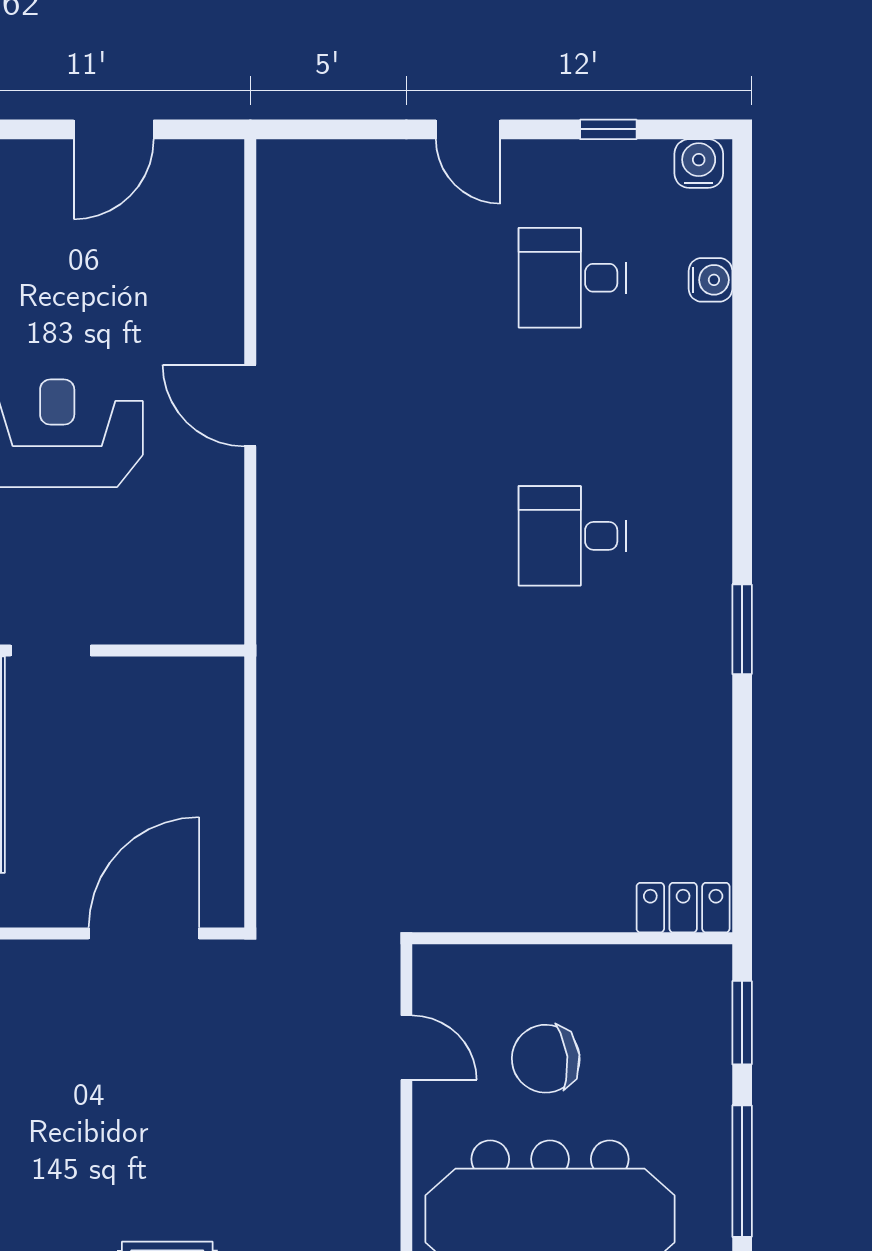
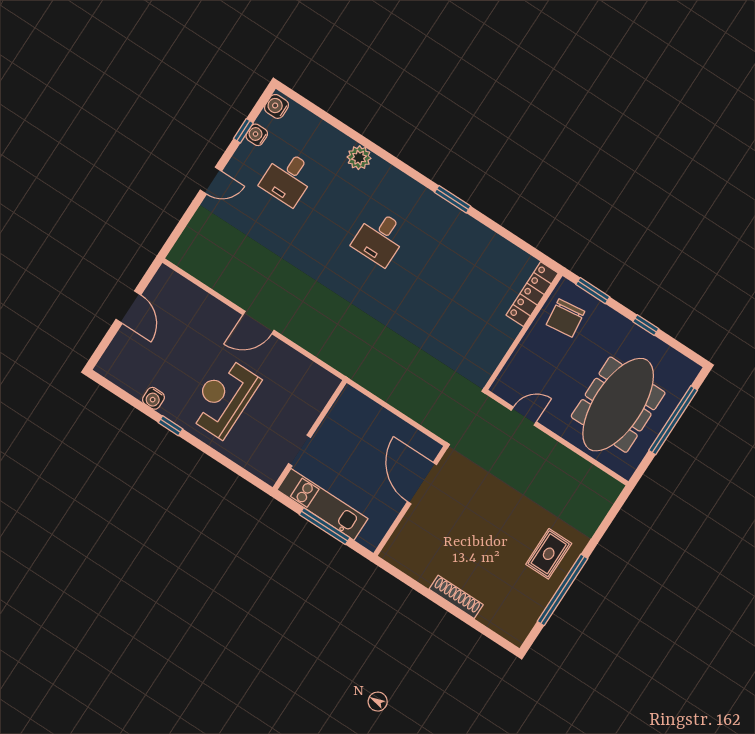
water cooler: (710, 280) -> (257, 135), moved, turned -90
plant: (704, 392) -> (359, 158), added
locker: (683, 908) -> (532, 294), width x1.53
chair: (546, 1059) -> (566, 318), moved
window: (742, 1171) -> (646, 325), width x0.46

